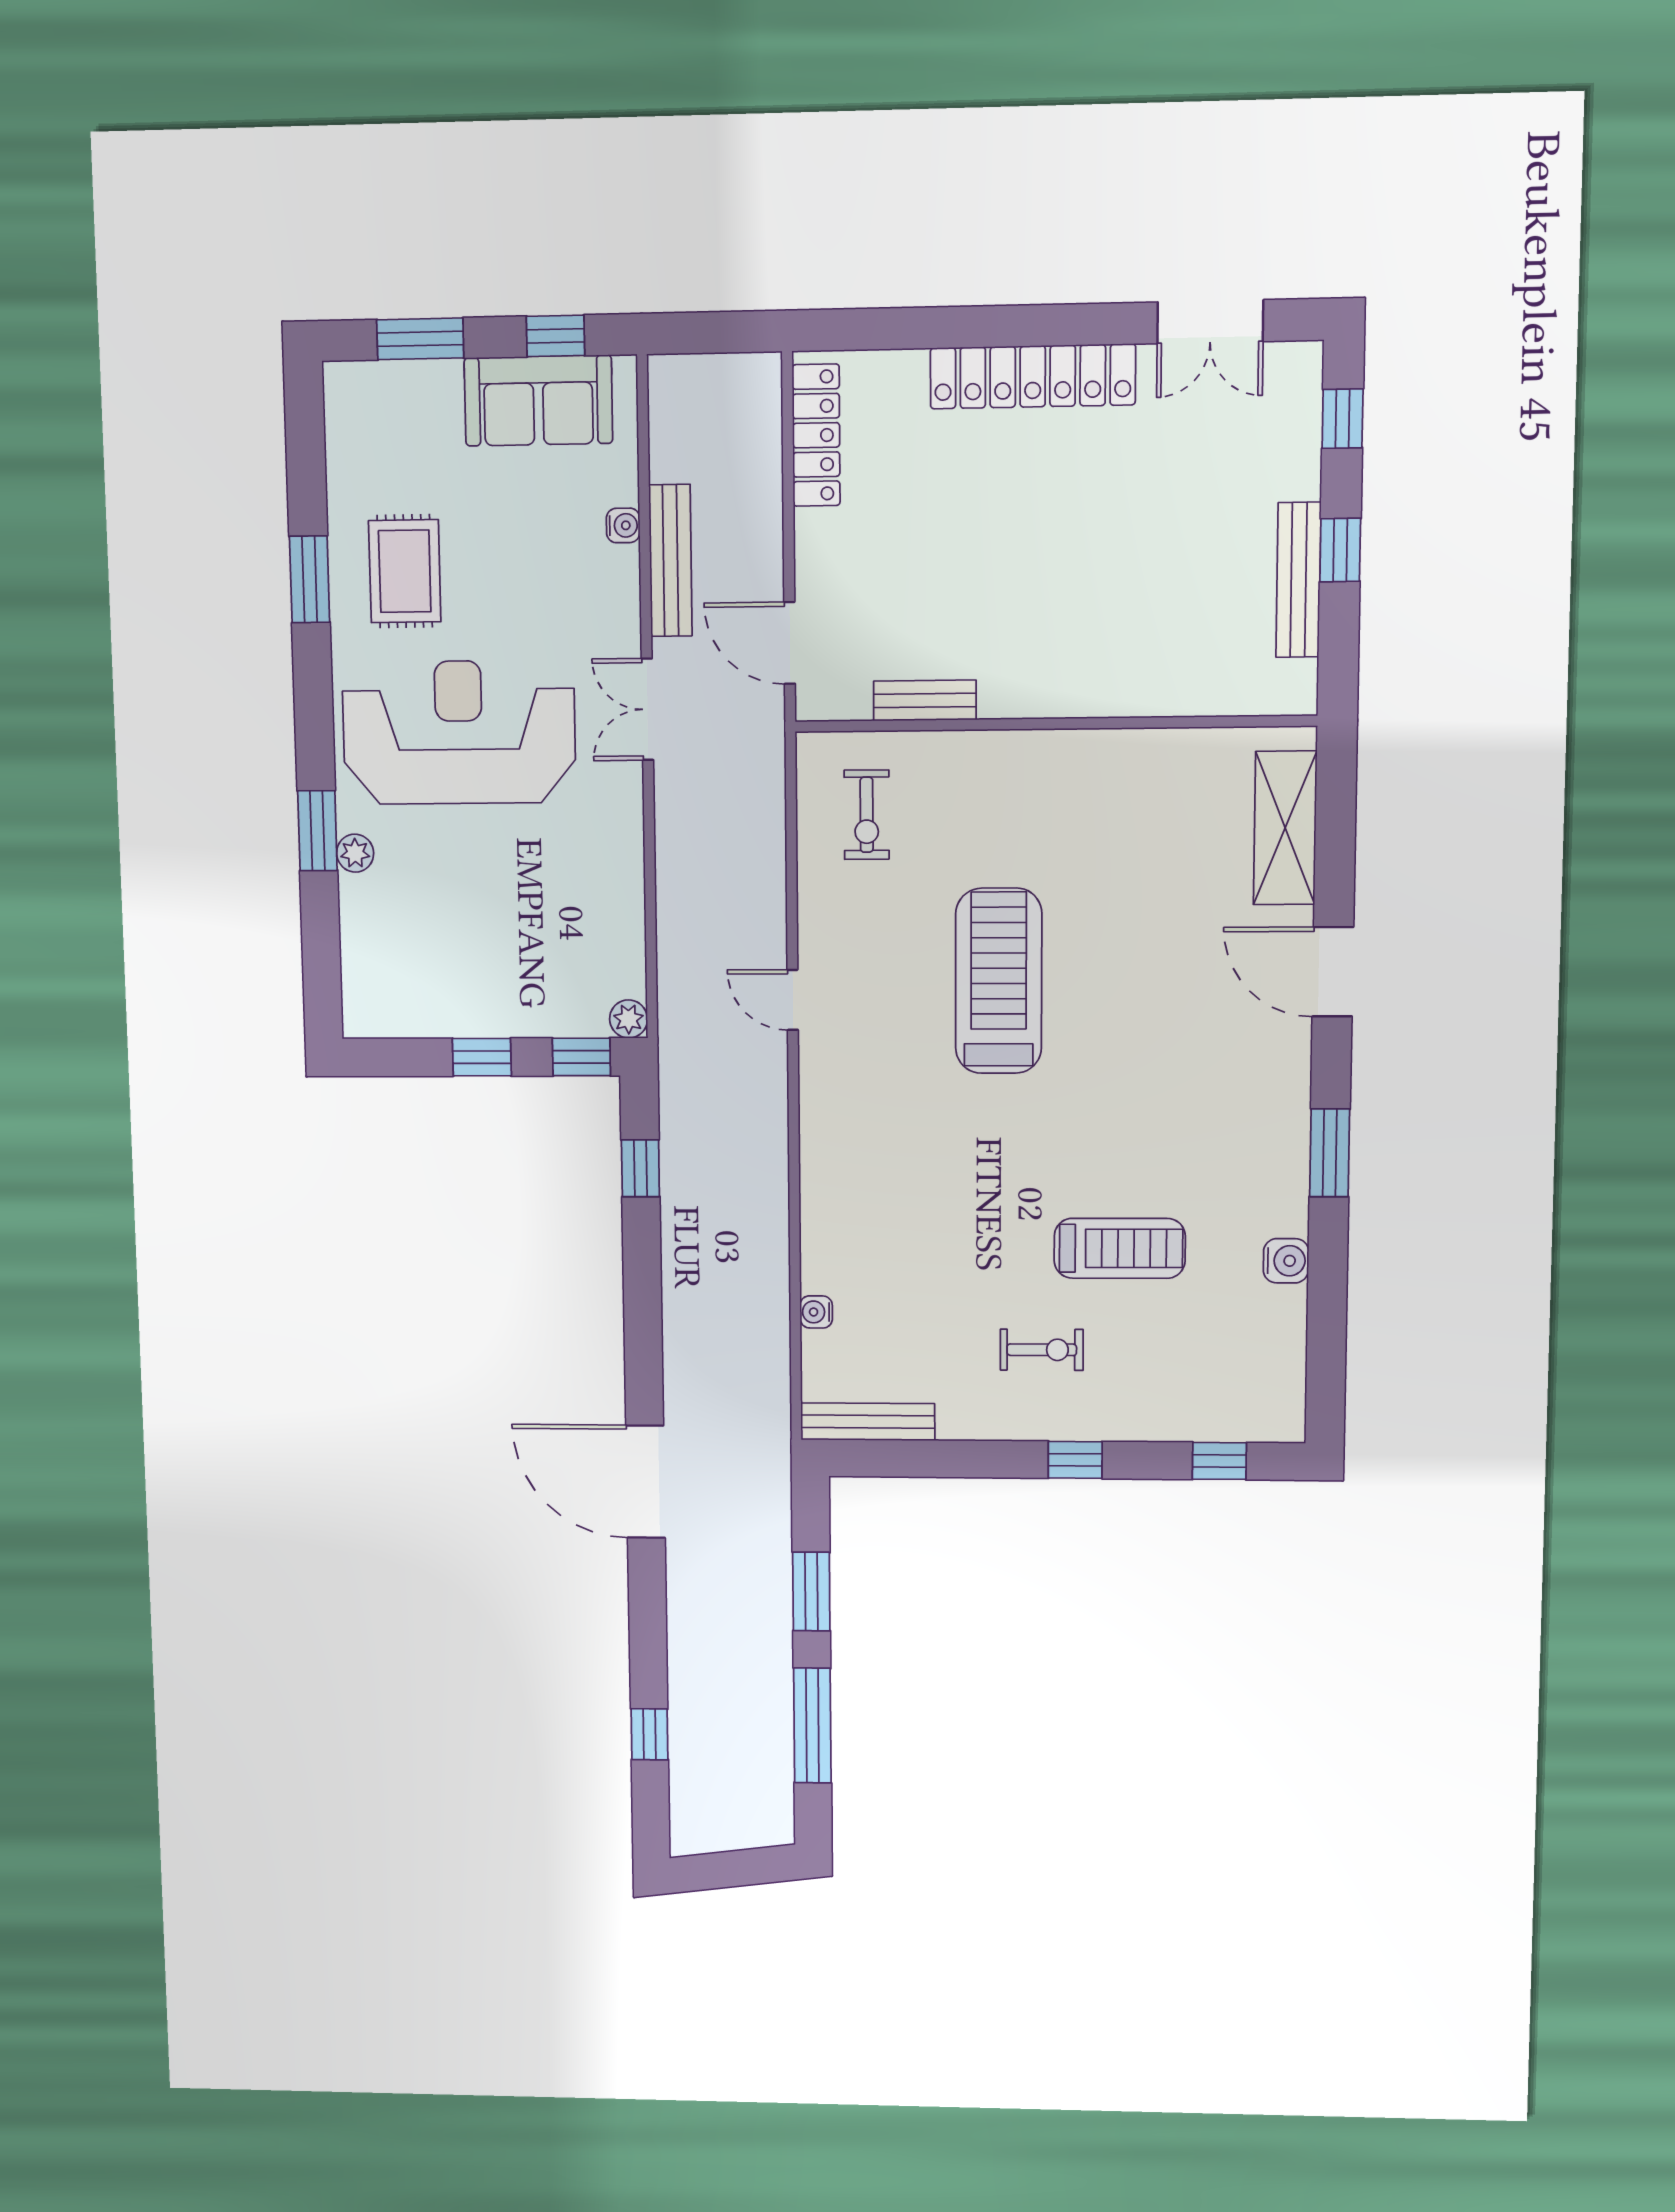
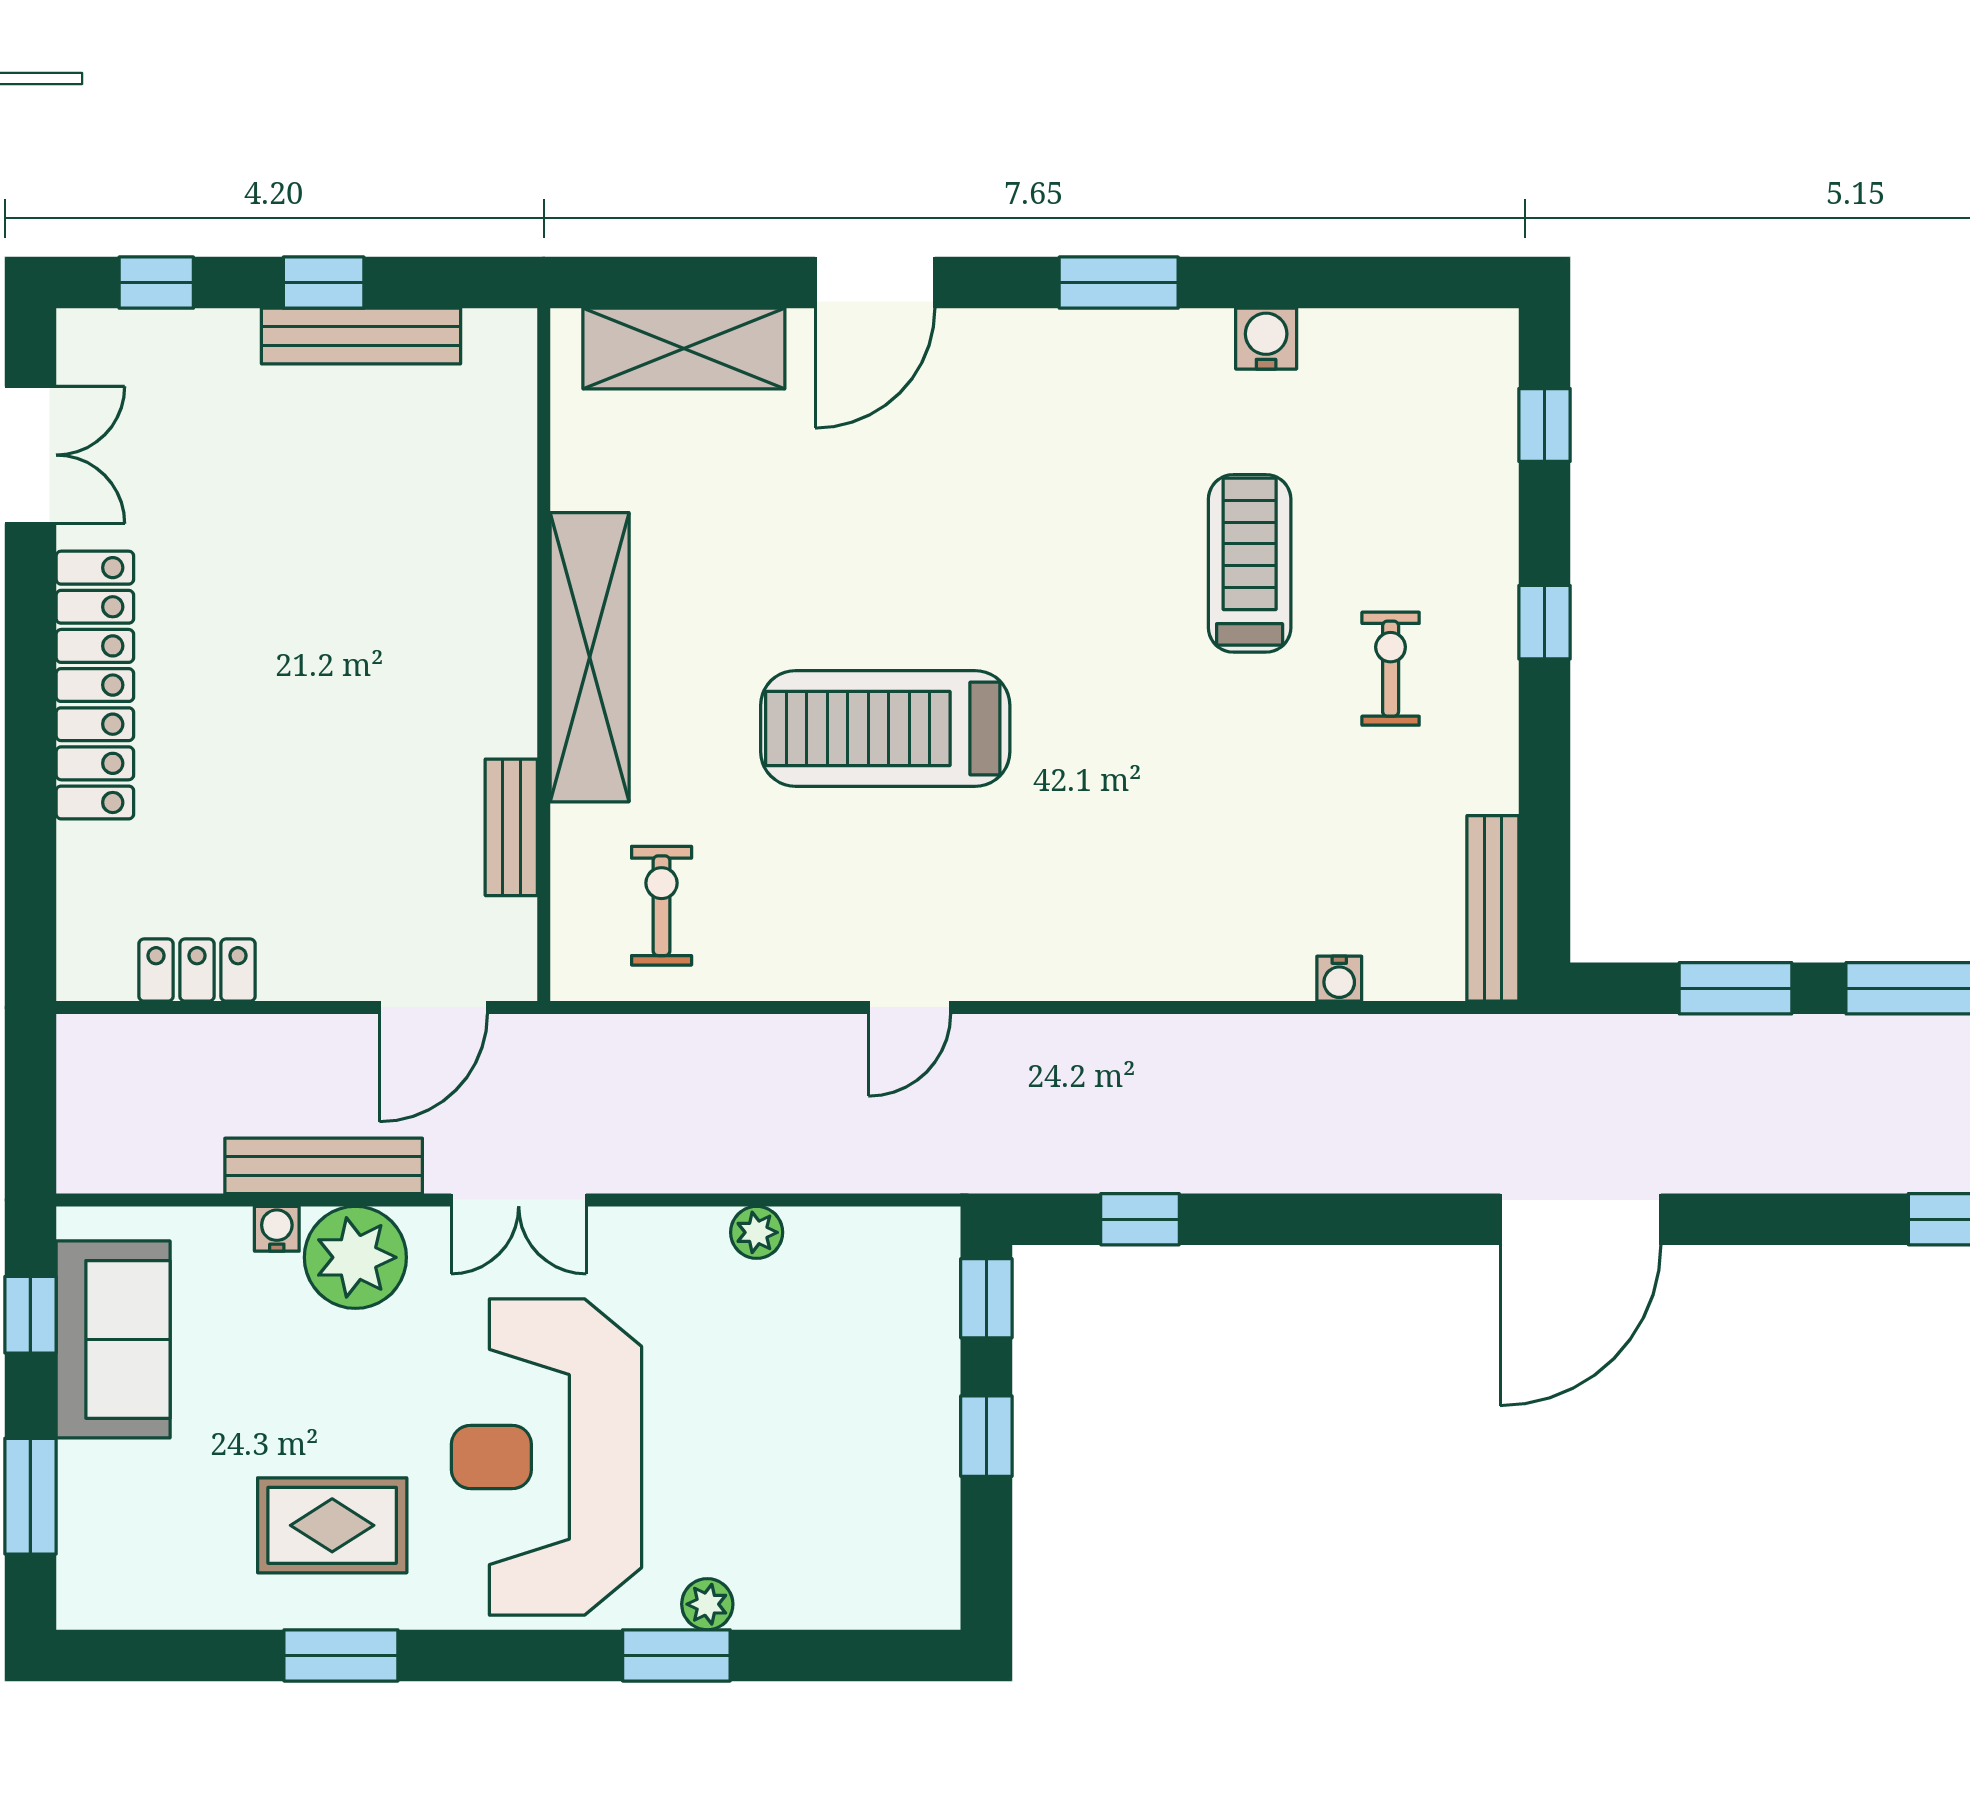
locker: (816, 435) -> (197, 970), width x0.66
plant: (603, 586) -> (355, 1257), added
shelving: (1053, 759) -> (590, 657), added
exercise bike: (867, 815) -> (662, 906), turned -90
plant: (629, 1019) -> (757, 1232), moved

